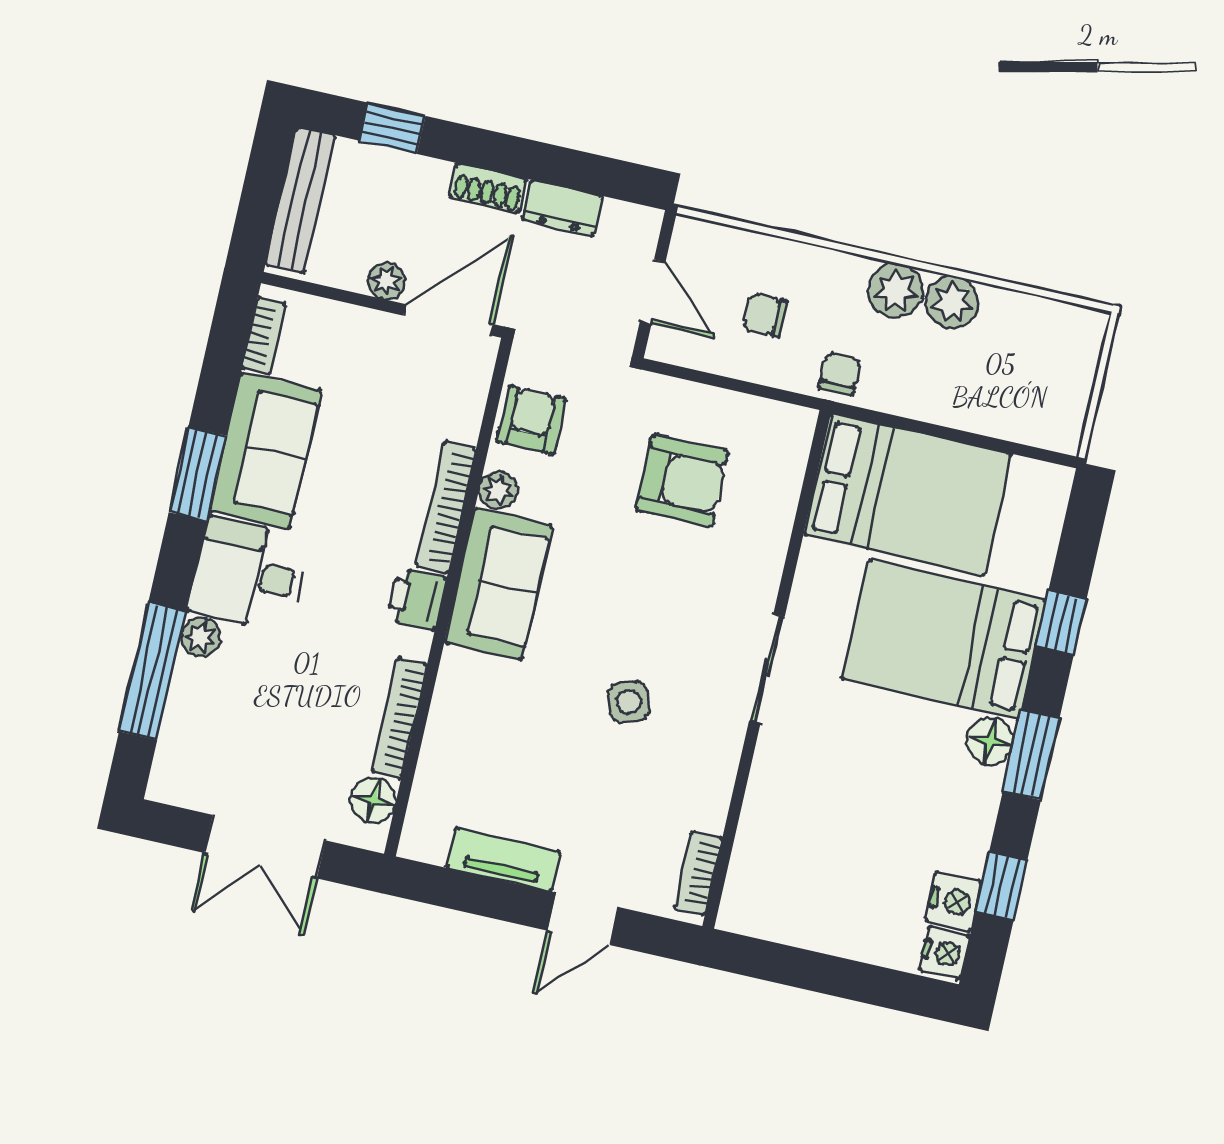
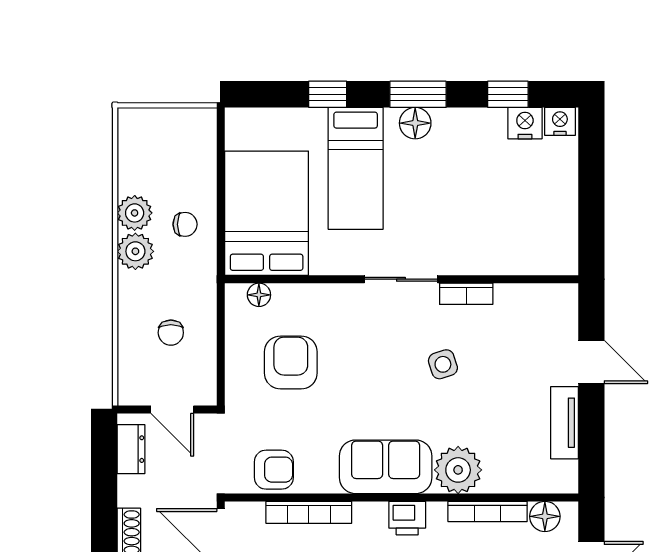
dresser: (562, 208) -> (131, 449), moved
door: (653, 292) -> (172, 409), swing flipped
chair: (840, 374) -> (185, 224), moved, turned 180
armchair: (531, 420) -> (274, 470), turned 180
floor lamp: (791, 456) -> (259, 295), added
plant: (498, 490) -> (458, 470), moved, width x1.88, depth x1.88
bookcase: (446, 507) -> (309, 512), moved
bed: (944, 639) -> (356, 168), width x0.67
bookcase: (698, 873) -> (466, 294), moved

